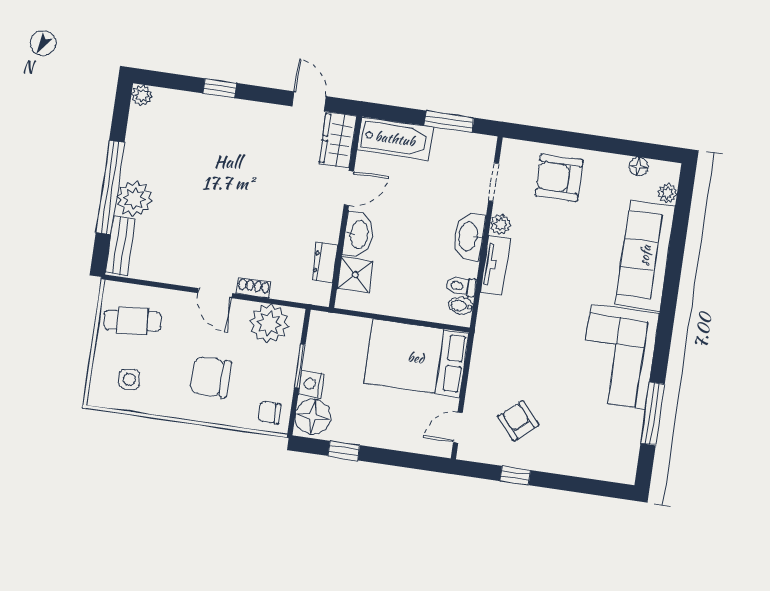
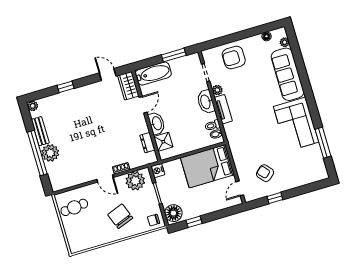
bench: (120, 246) -> (40, 131), moved
chair: (211, 377) -> (120, 216), turned 69
side table: (129, 379) -> (85, 234), removed
nightstand: (311, 384) -> (158, 170), moved

